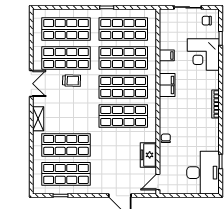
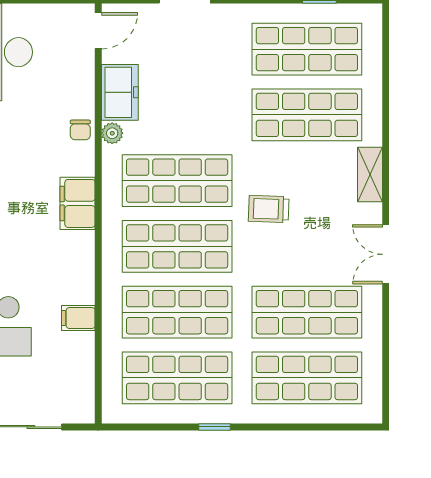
trolley: (72, 81) -> (269, 209), moved
filing cabinet: (167, 85) -> (78, 203), moved
plant: (152, 137) -> (112, 133), added

